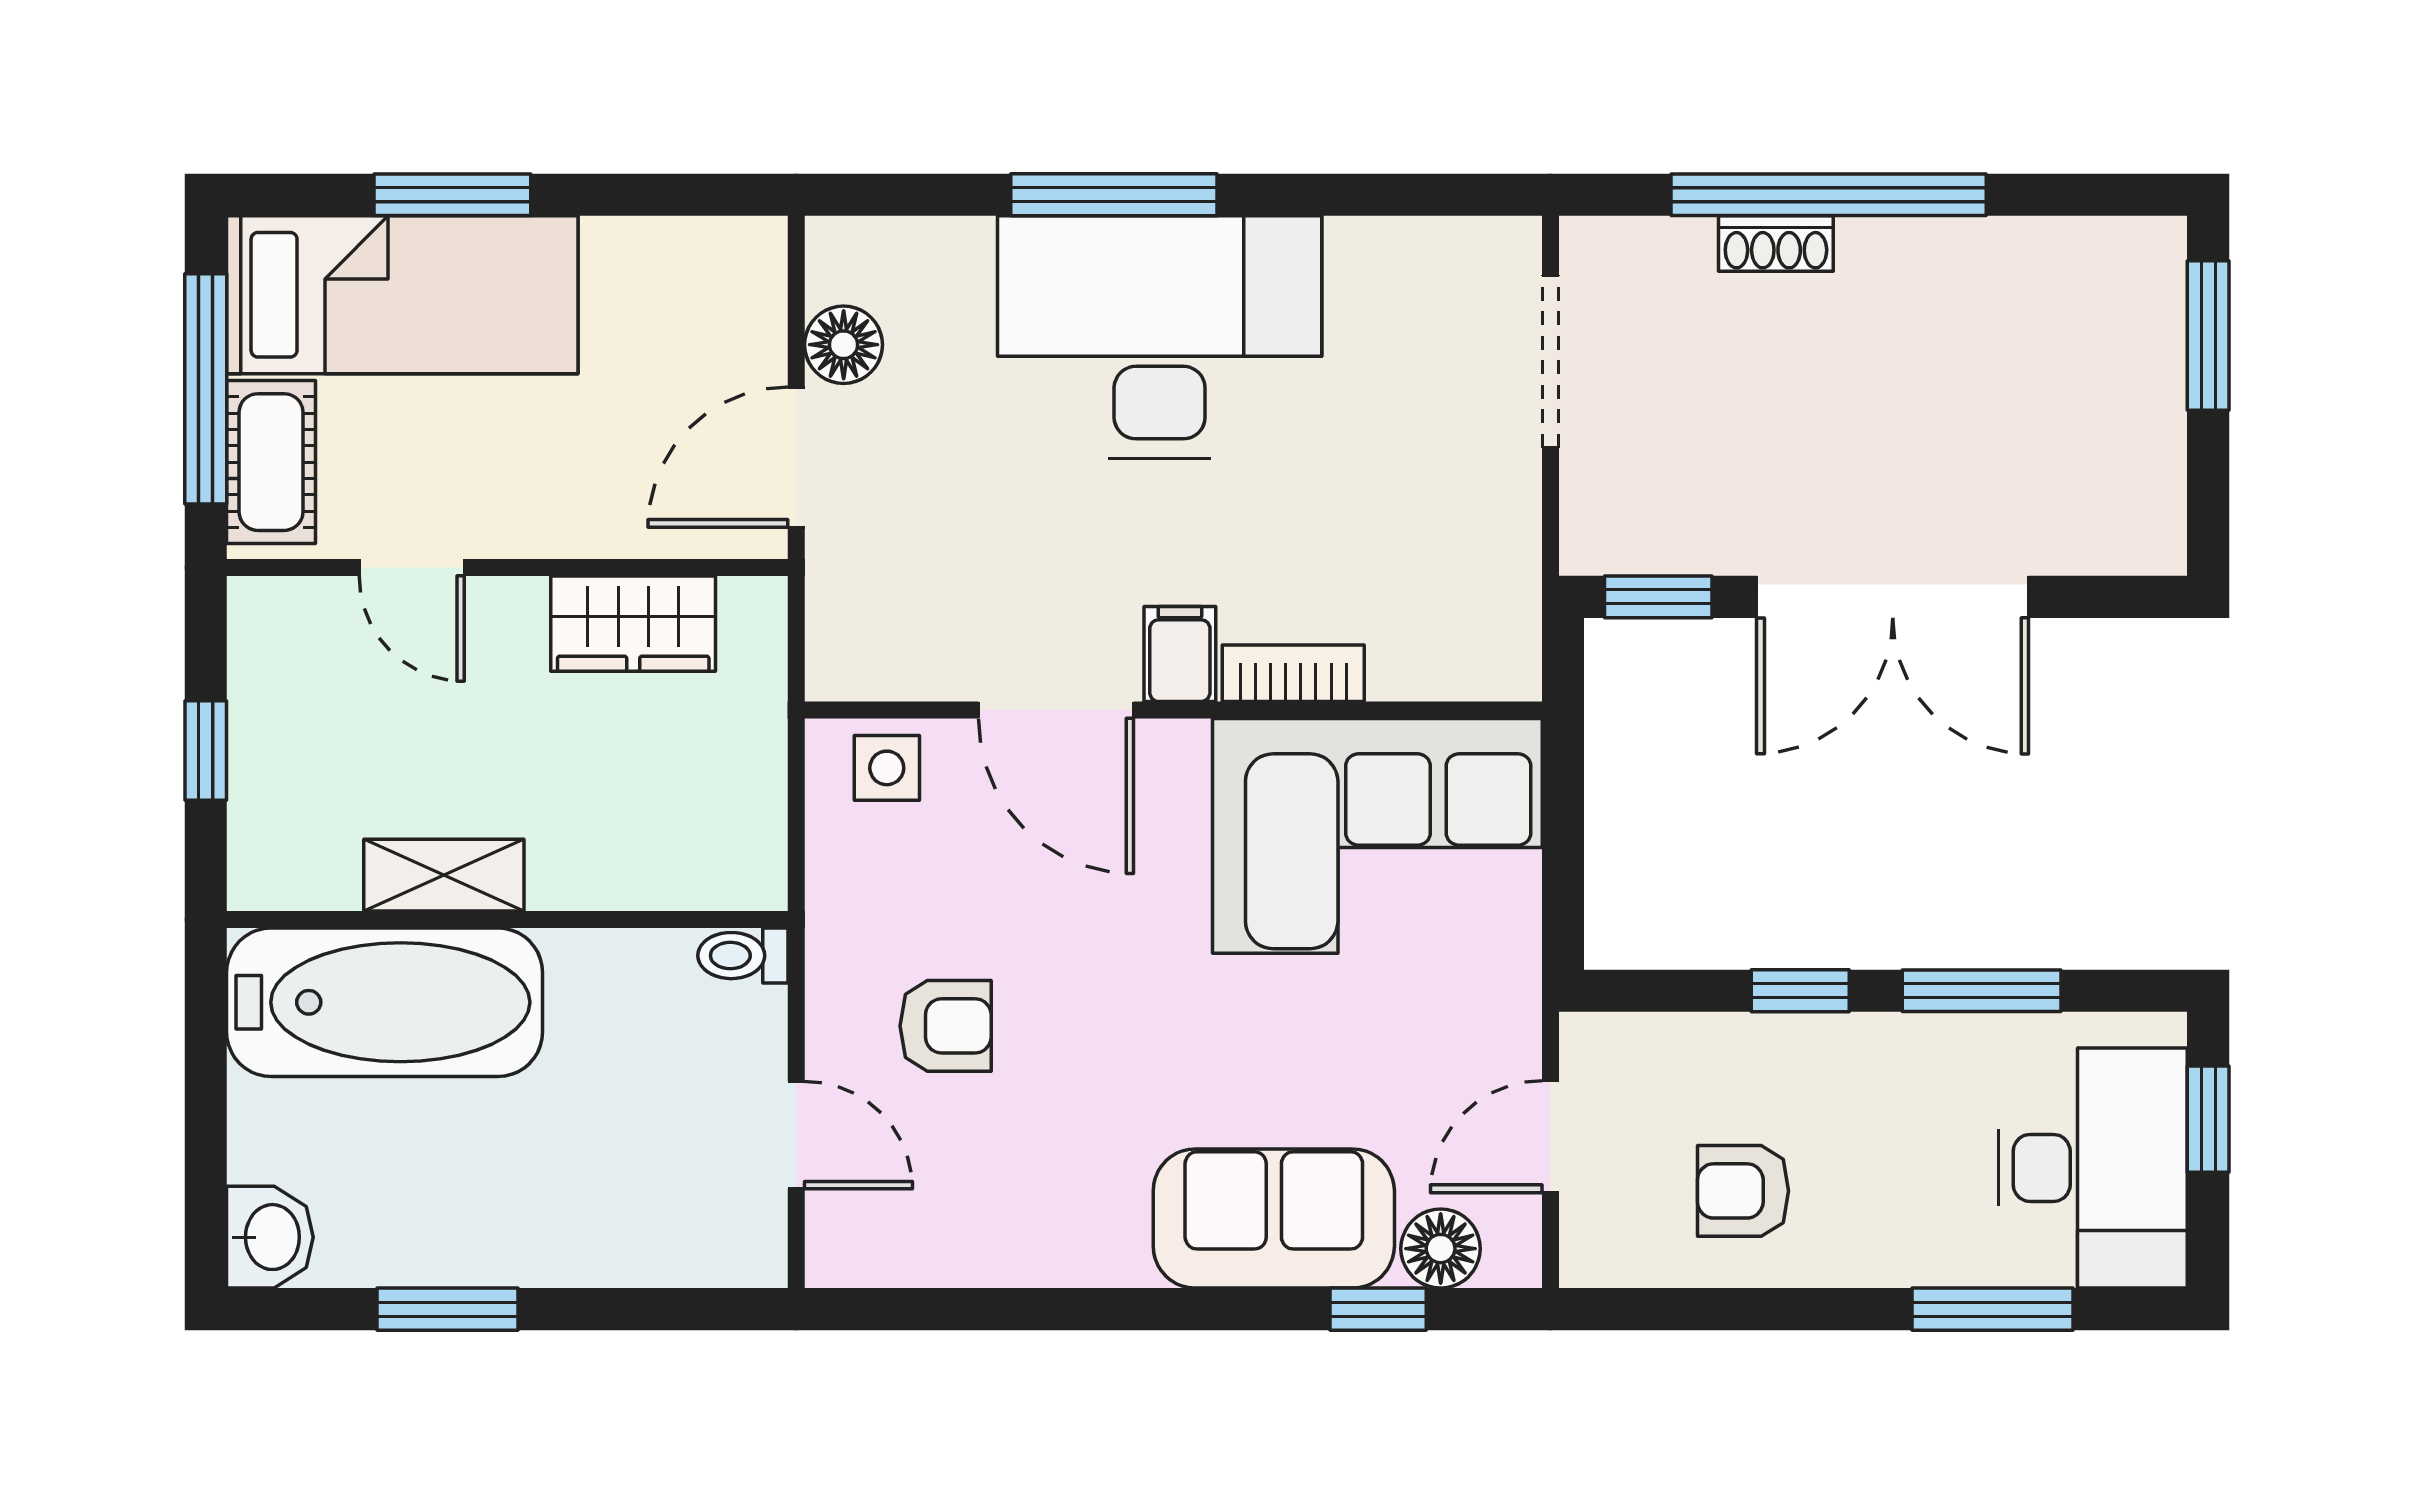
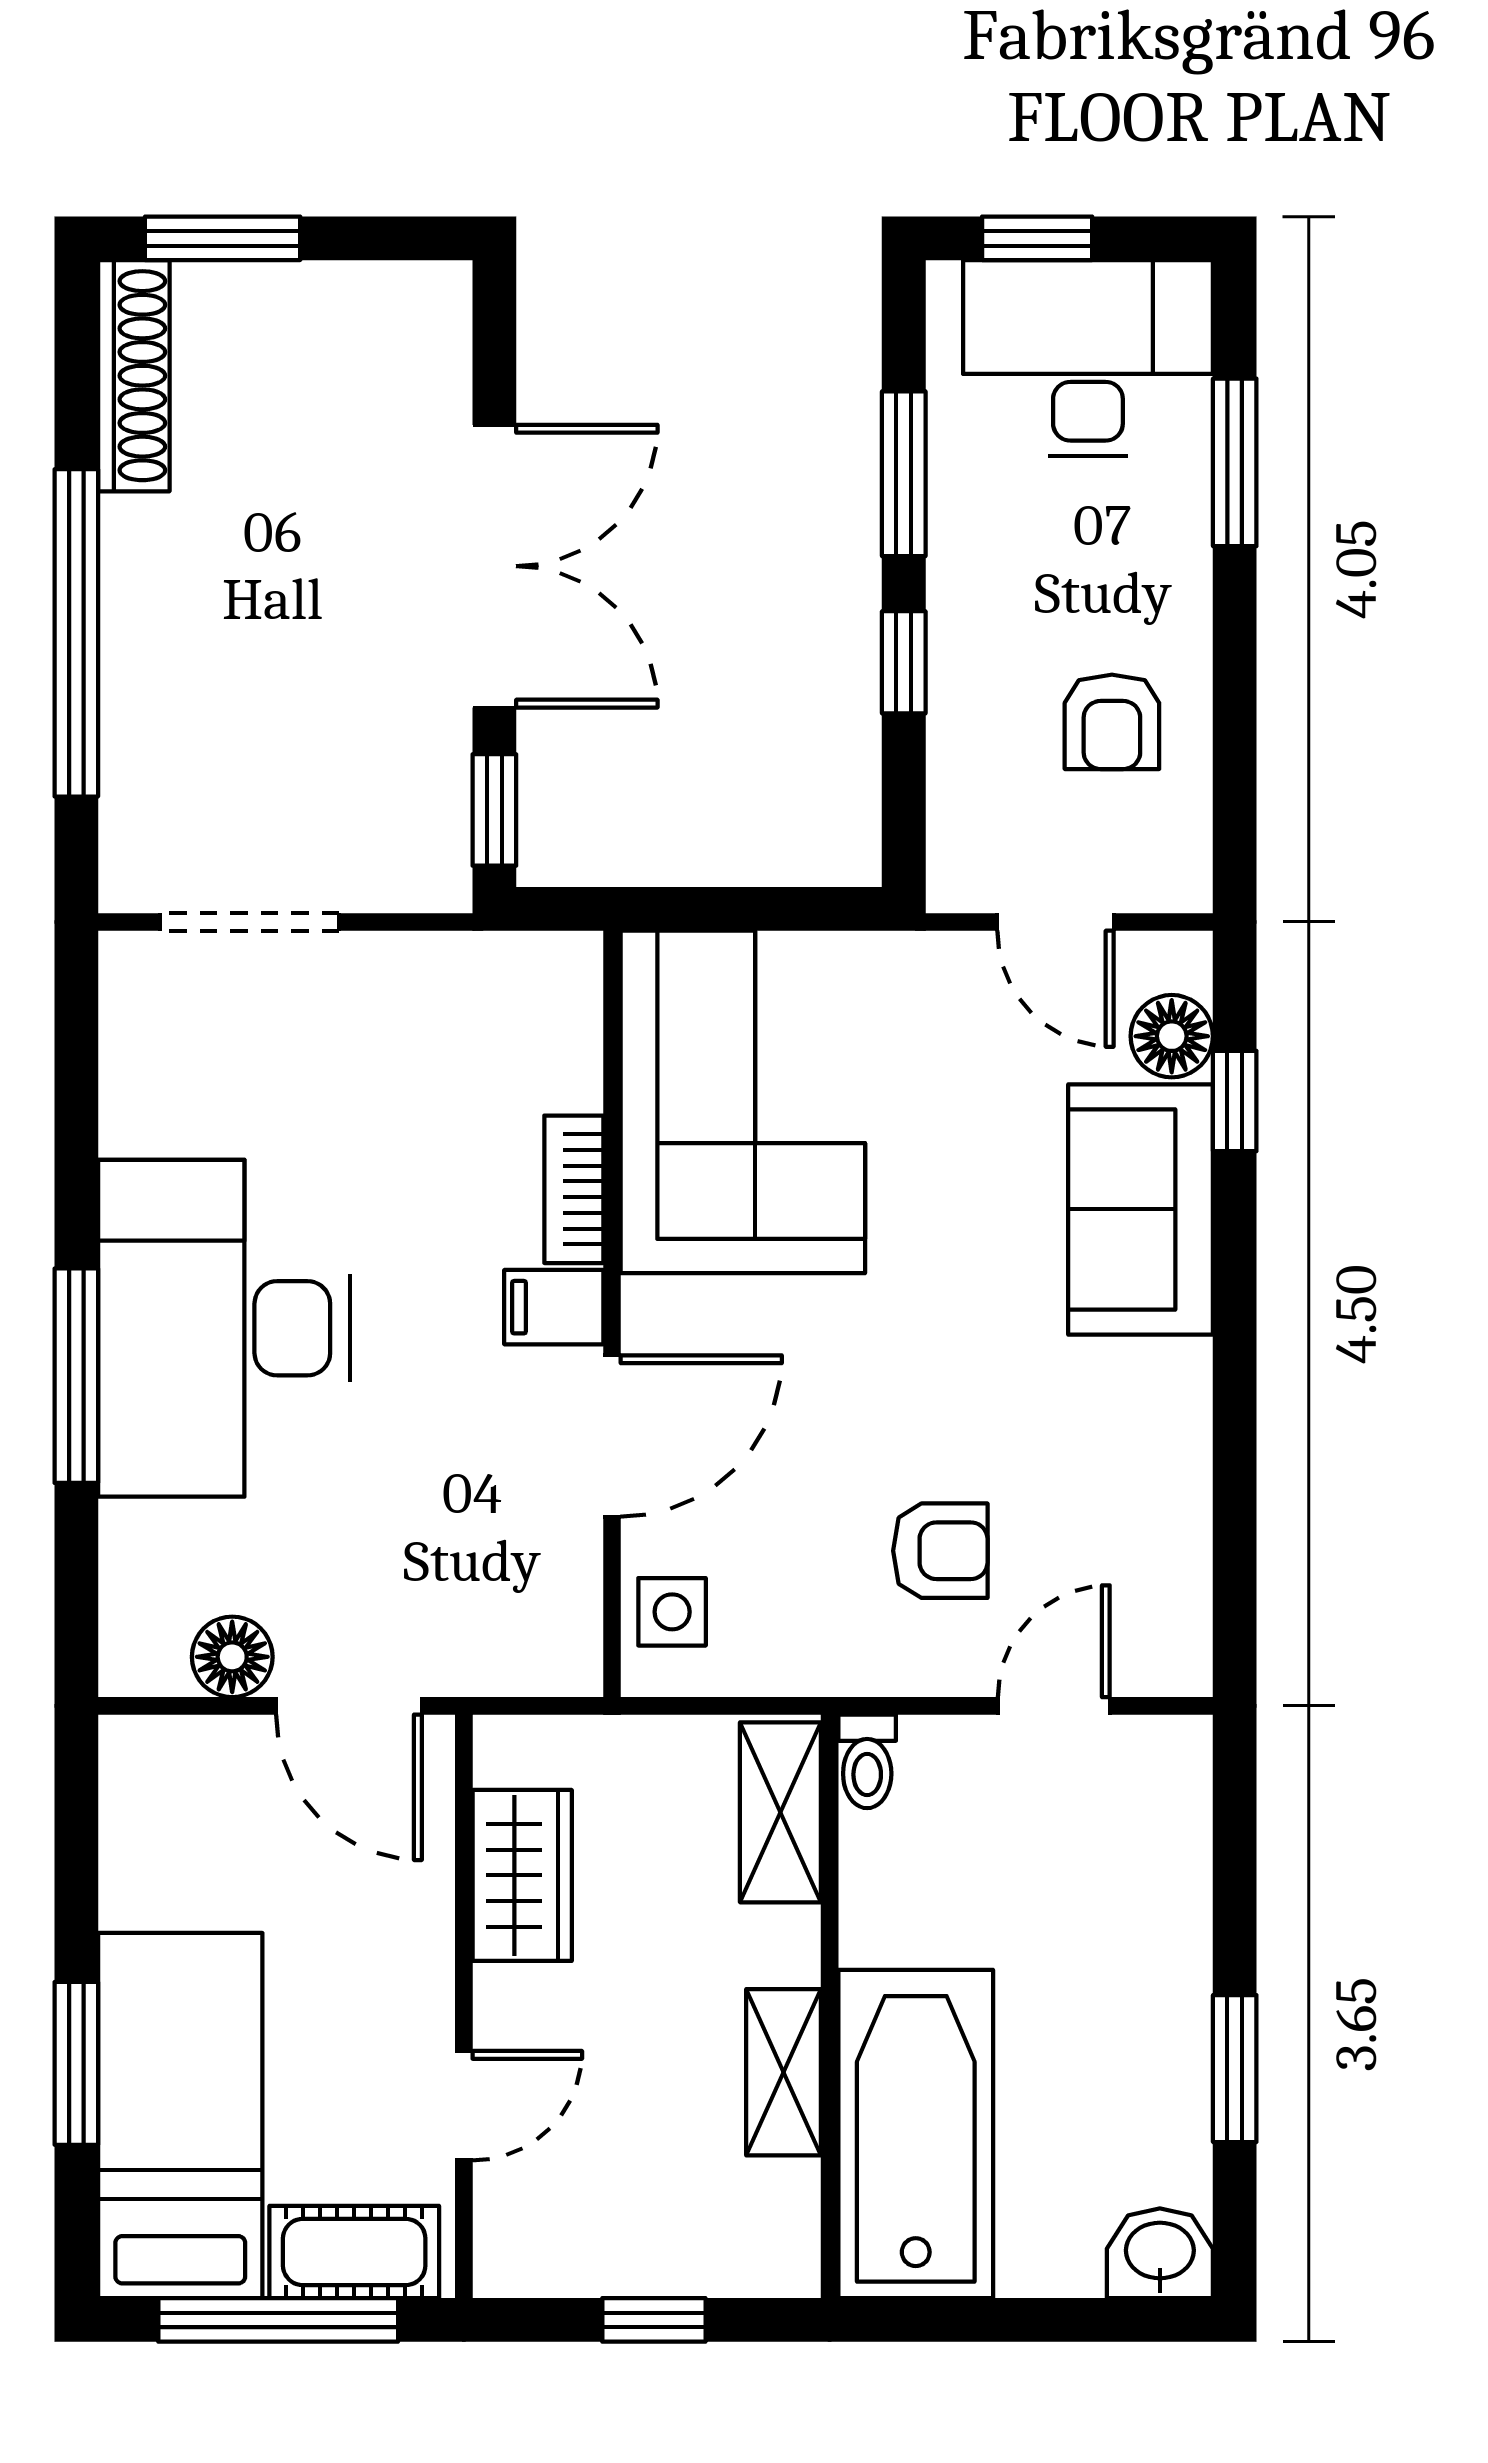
shoe rack: (1776, 244) -> (134, 376), moved, width x1.94, depth x1.24
shelving: (694, 872) -> (780, 1812), added
armchair: (946, 1026) -> (940, 1551), turned 90

